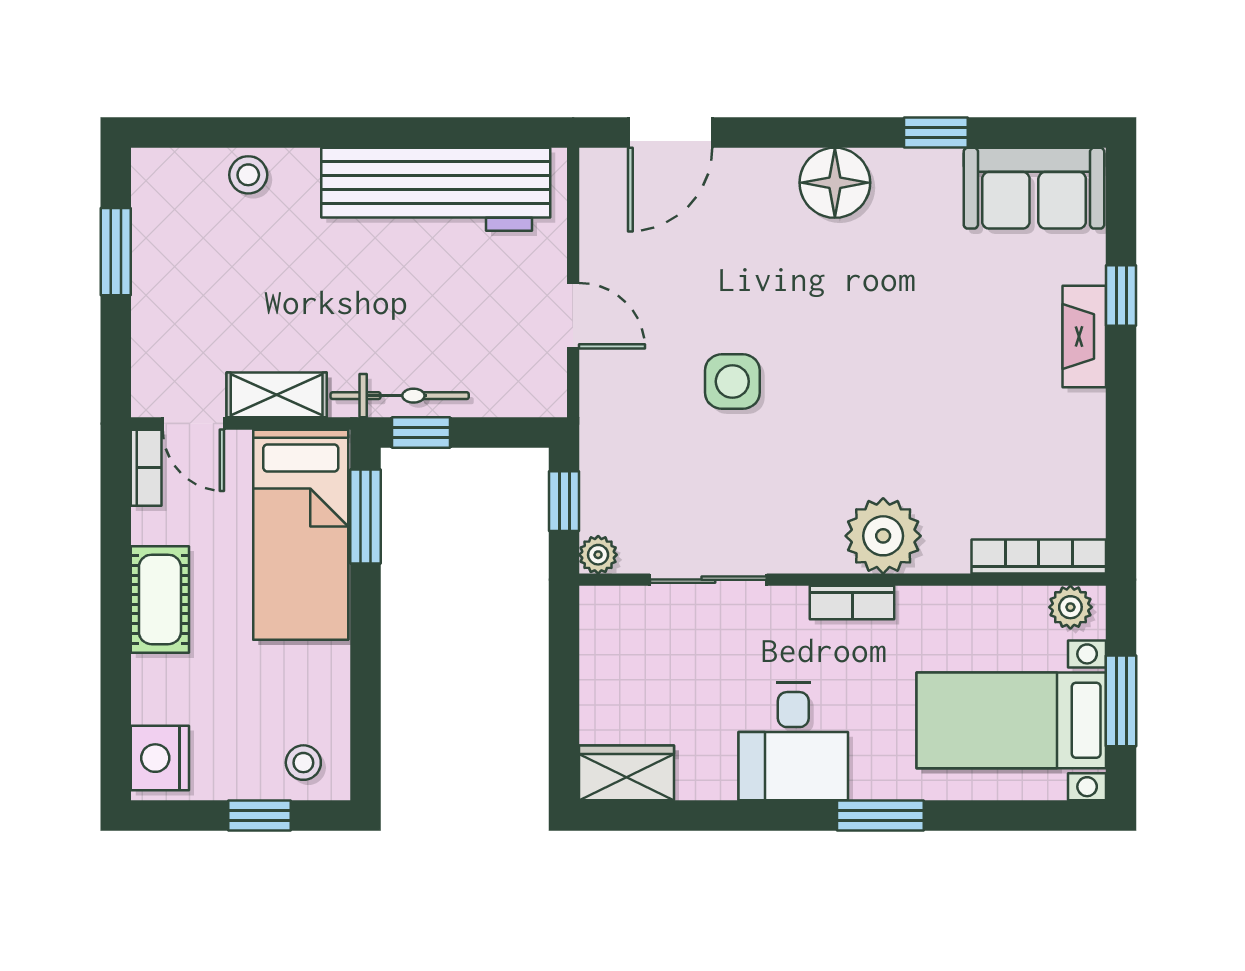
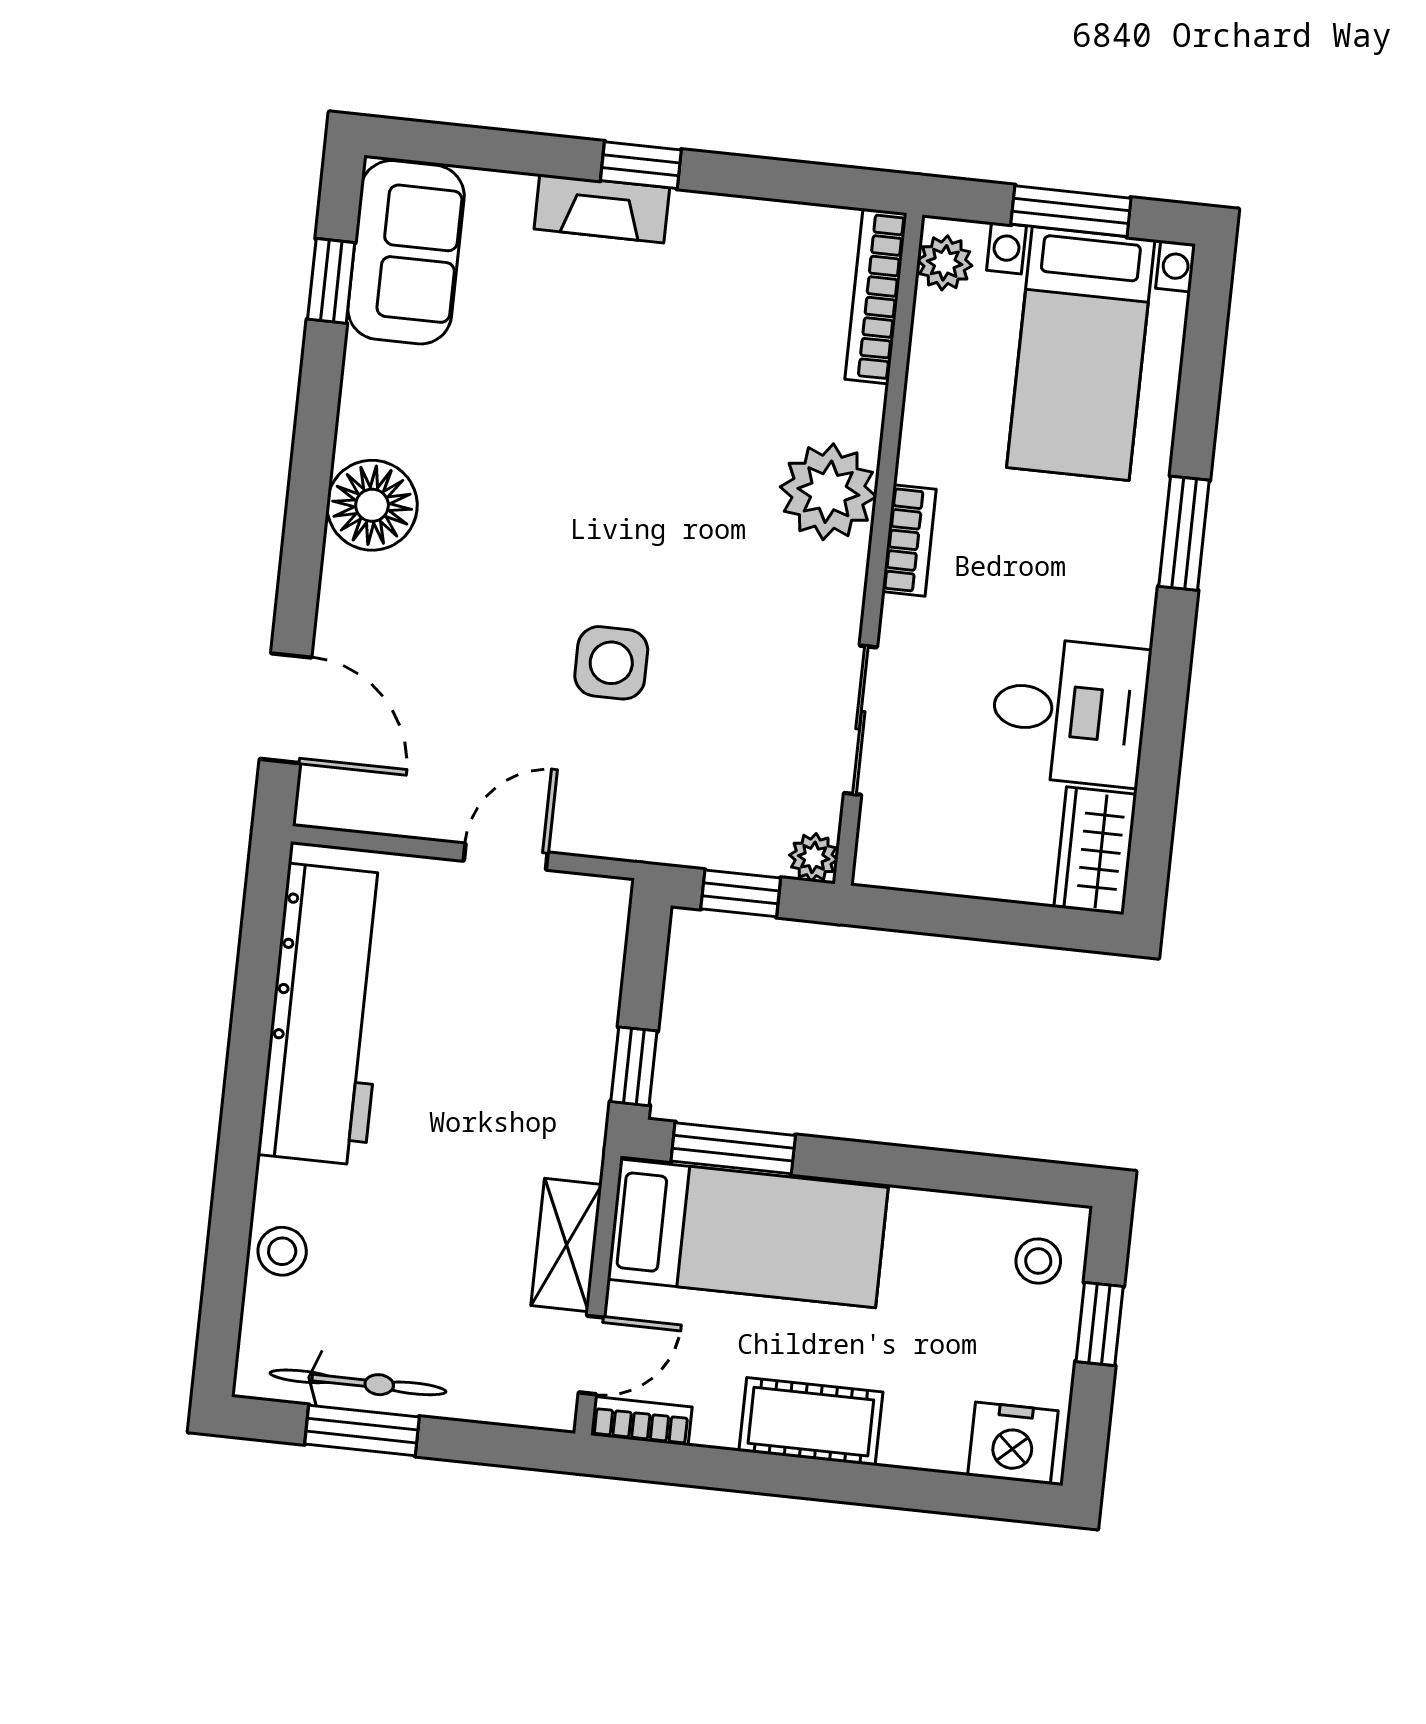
window: (936, 132) -> (331, 281), moved
window: (1121, 296) -> (641, 165), moved
bicycle: (400, 396) -> (358, 1382), moved, turned 90
desk: (793, 741) -> (1070, 711), moved

